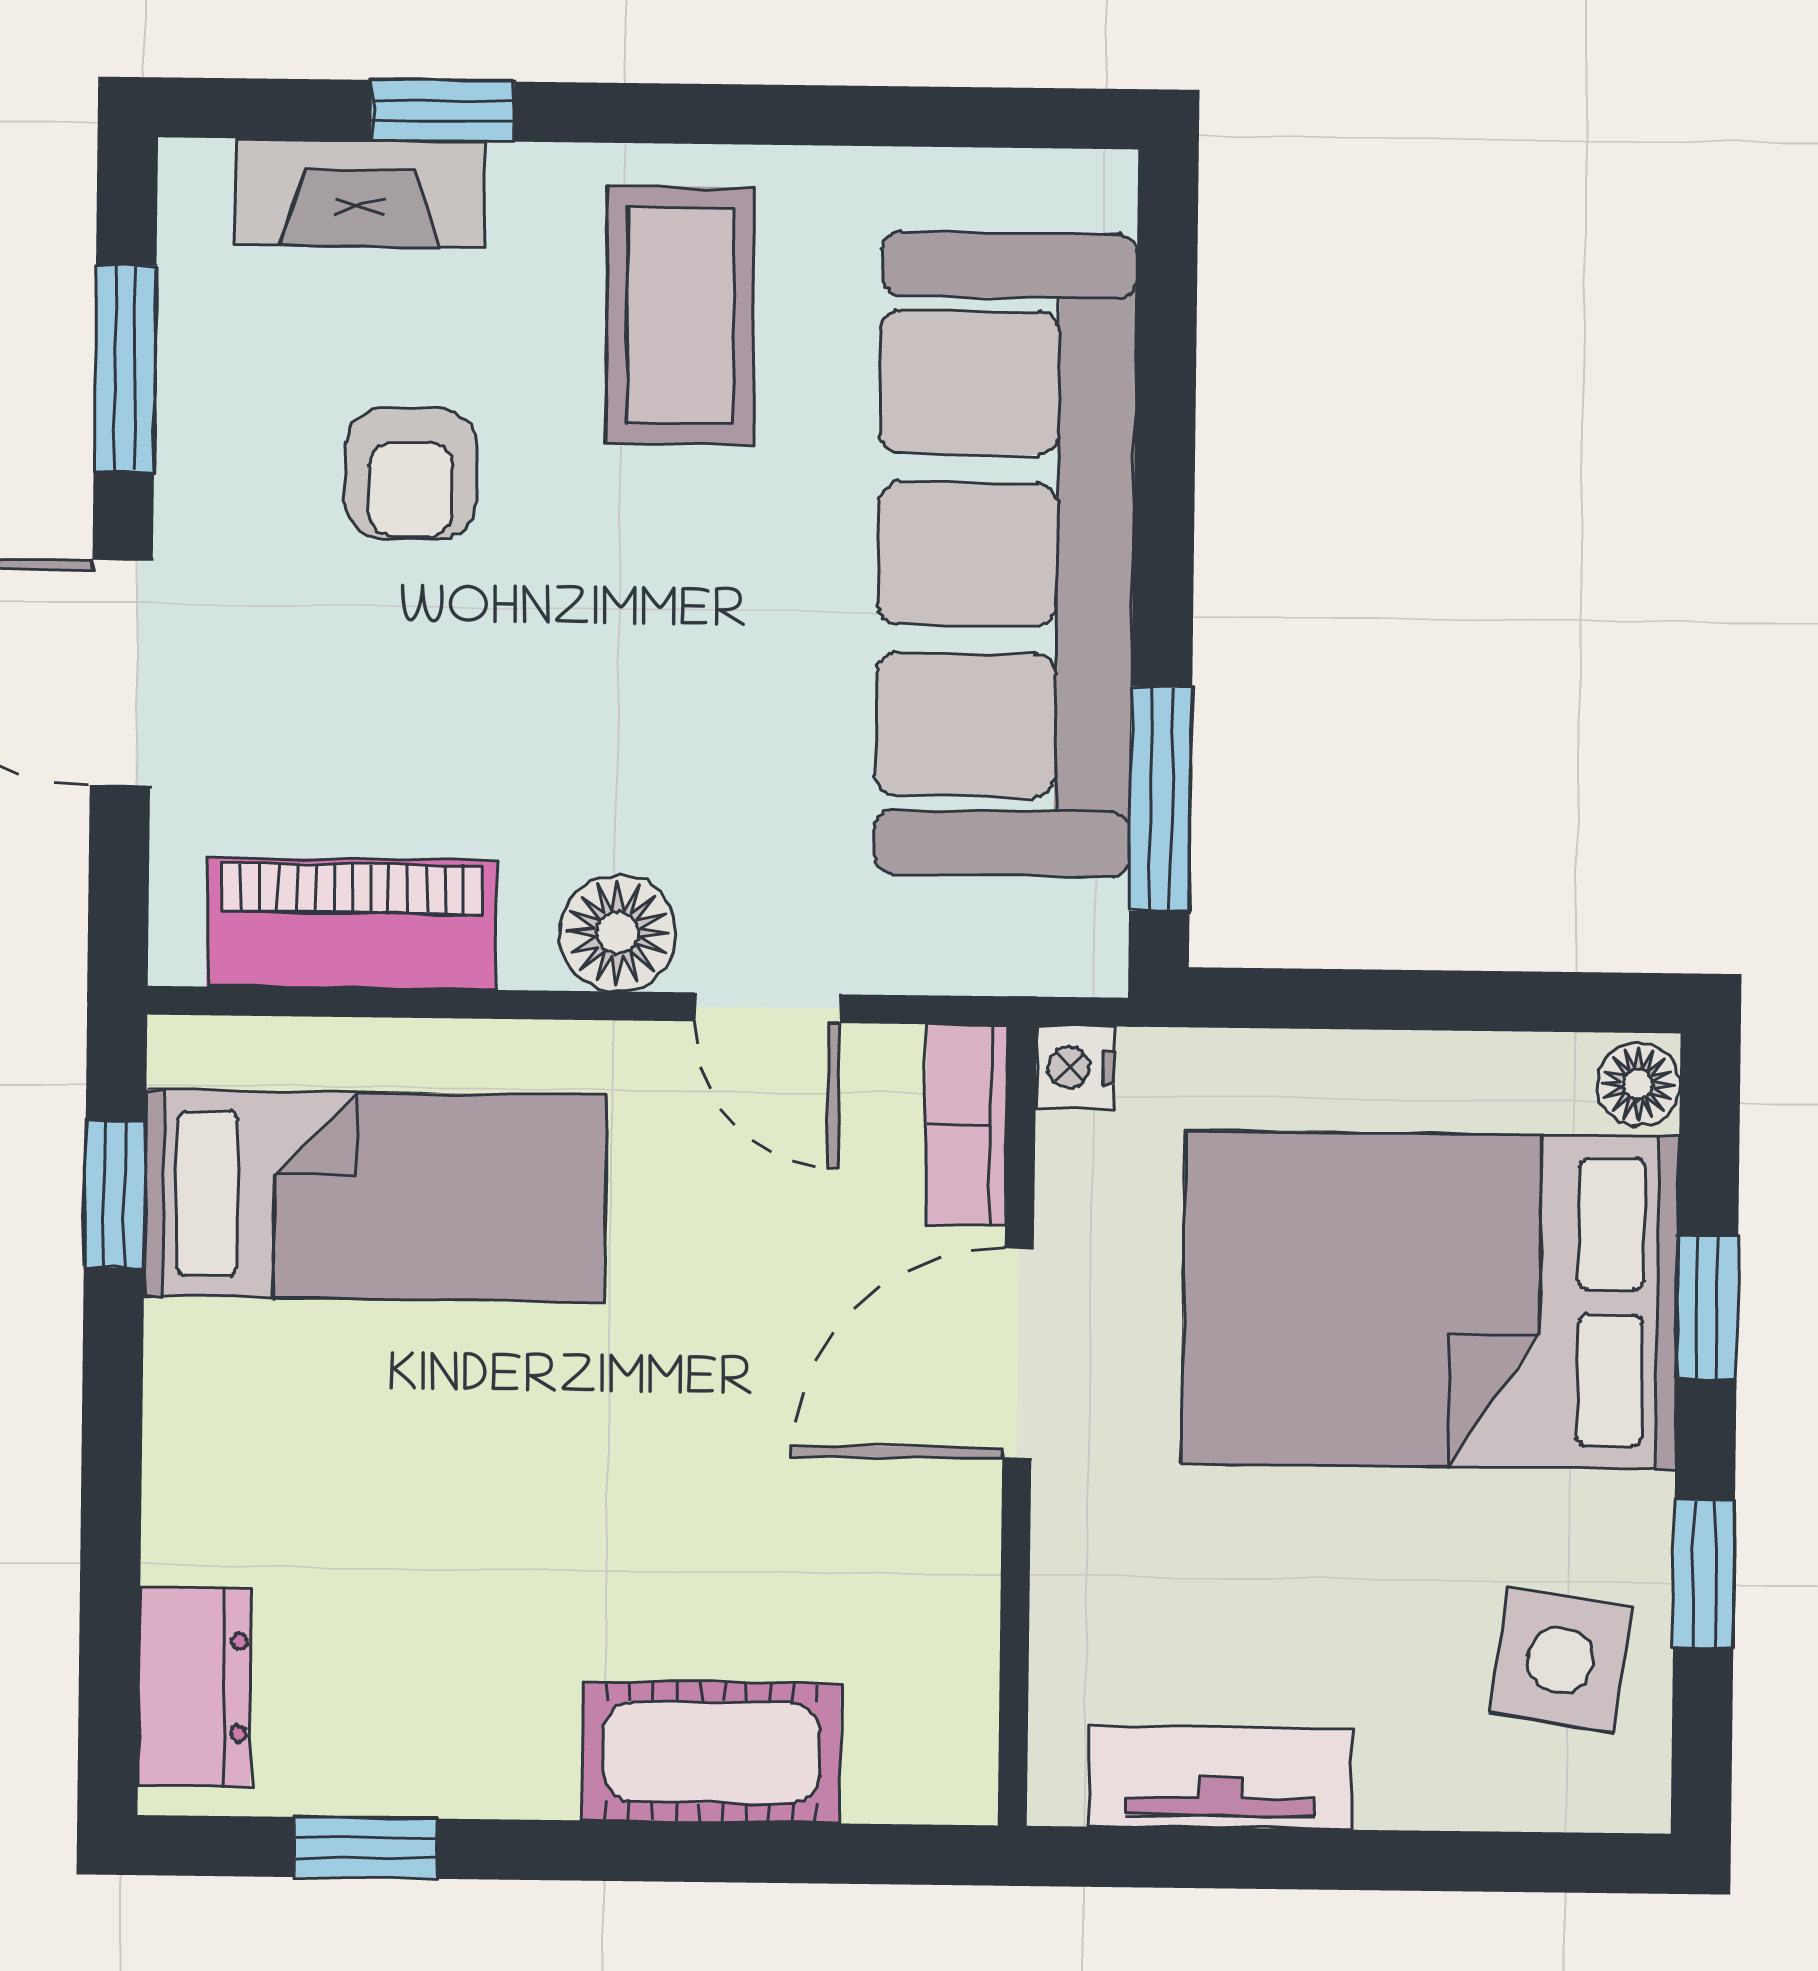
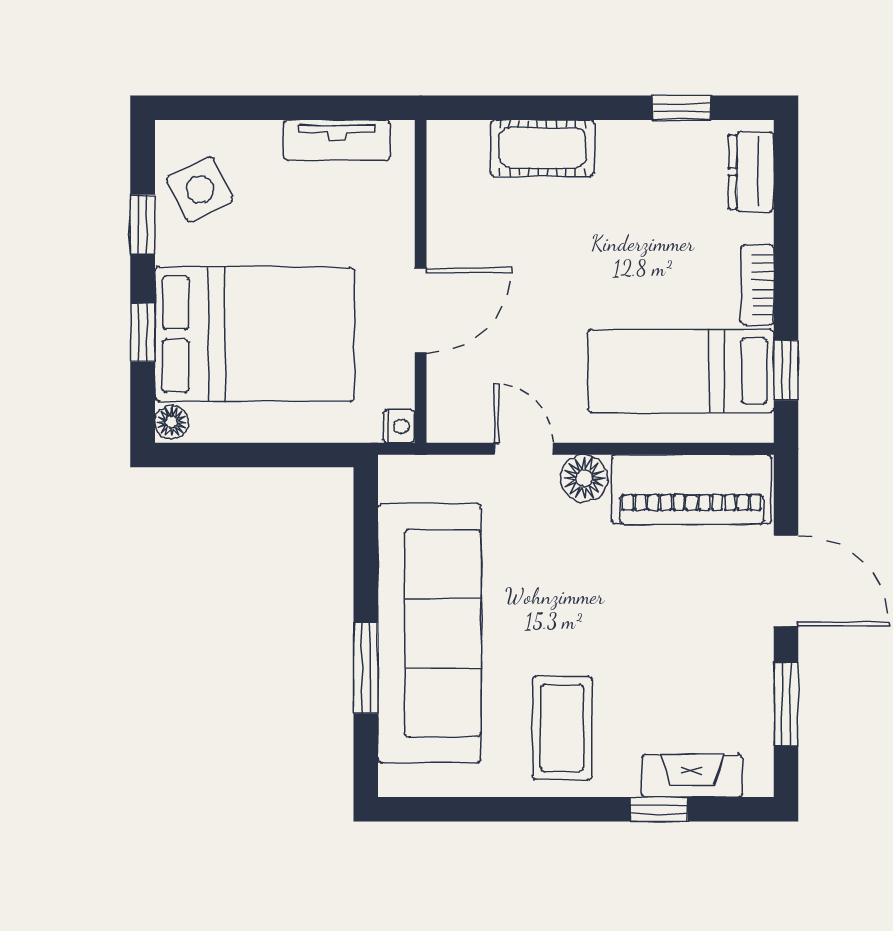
armchair: (411, 474) -> (670, 663), removed
window: (1161, 799) -> (366, 668), moved
piano: (352, 924) -> (692, 489), width x1.37, depth x1.33
bookcase: (966, 1125) -> (758, 285), moved, turned 180
side table: (1561, 1660) -> (200, 189), turned -34

